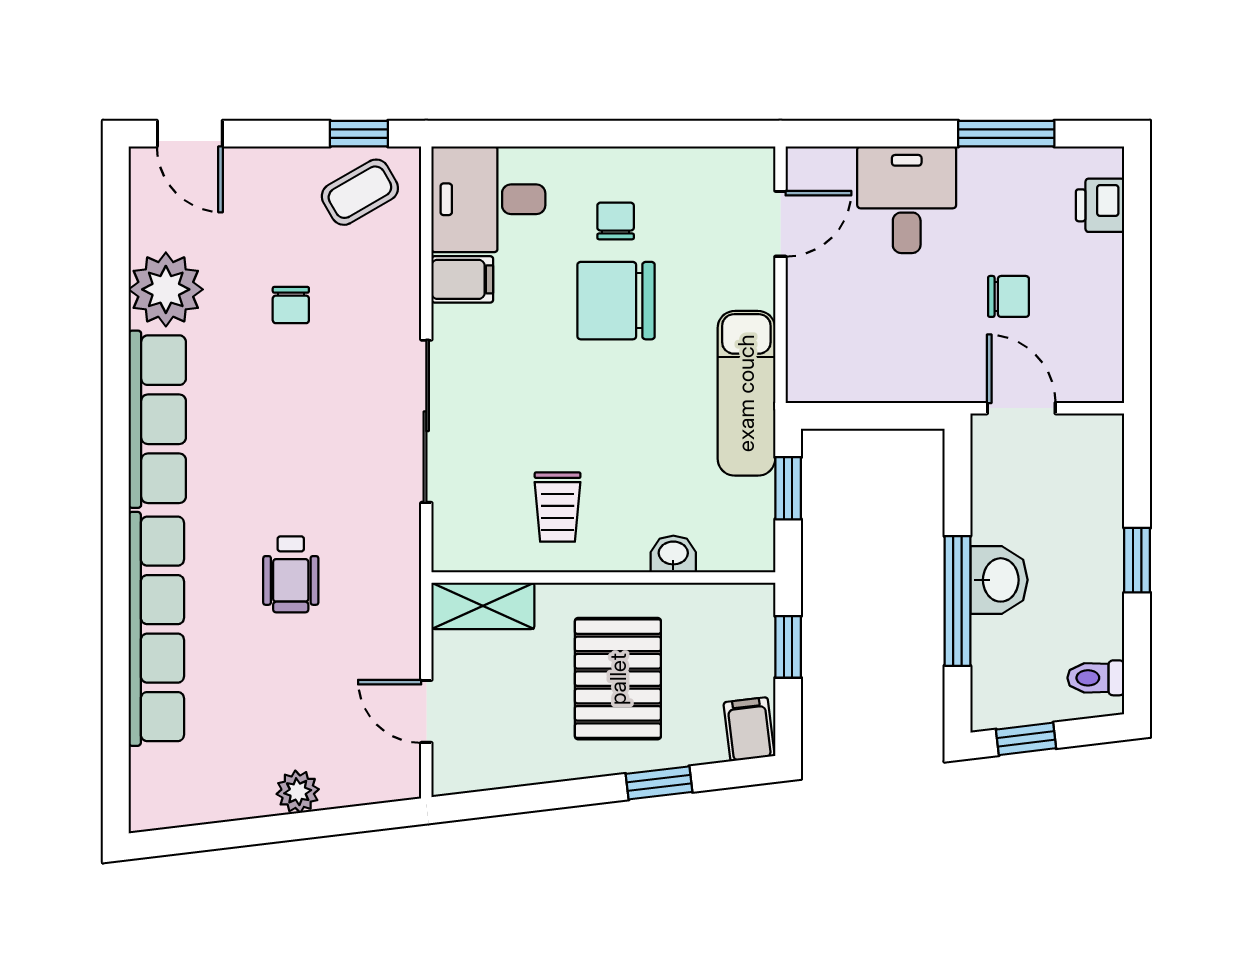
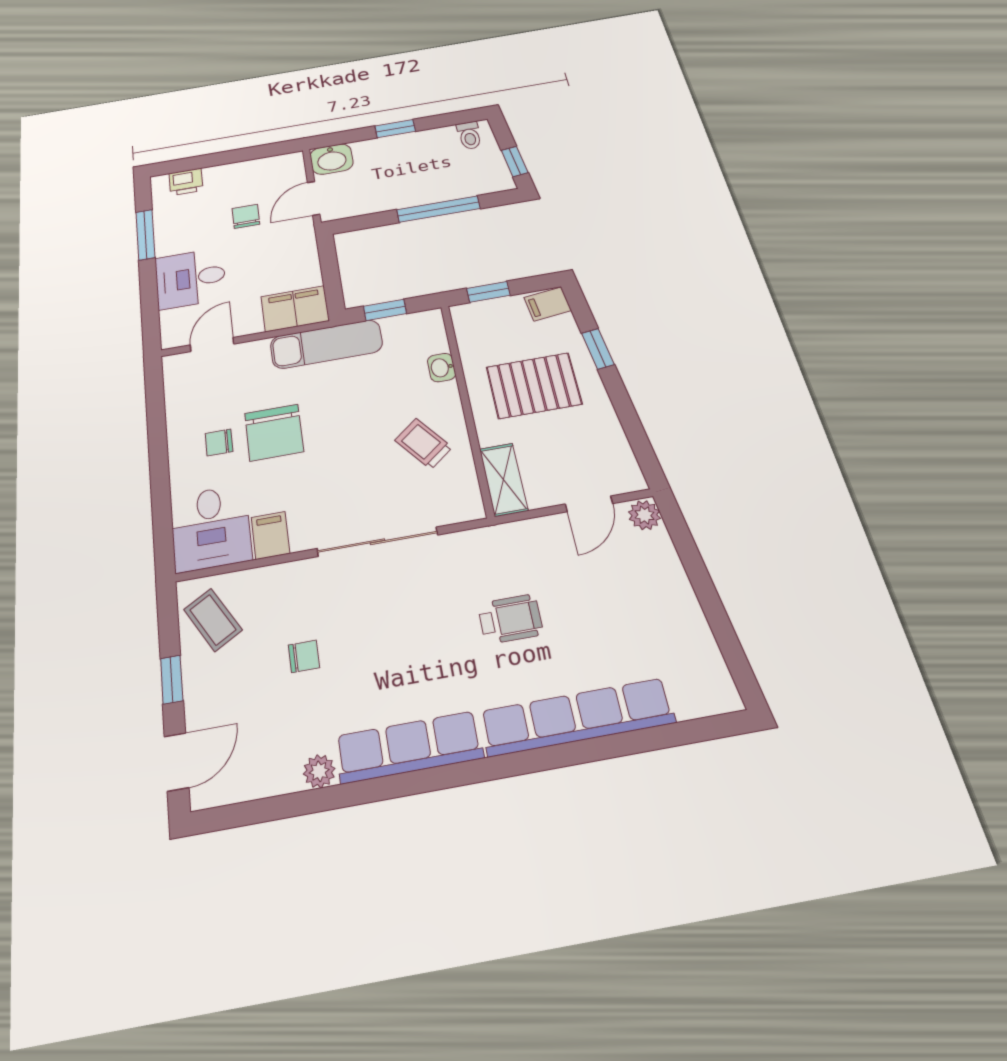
window: (359, 134) -> (172, 680), moved
door: (780, 224) -> (212, 344), hinge flipped
plant: (166, 289) -> (319, 771), width x0.53, depth x0.53
filing cabinet: (818, 354) -> (295, 309), added
trolley: (558, 507) -> (423, 444), turned -128
washbasin: (999, 580) -> (332, 159), moved, turned 180
plant: (298, 792) -> (644, 515), moved

